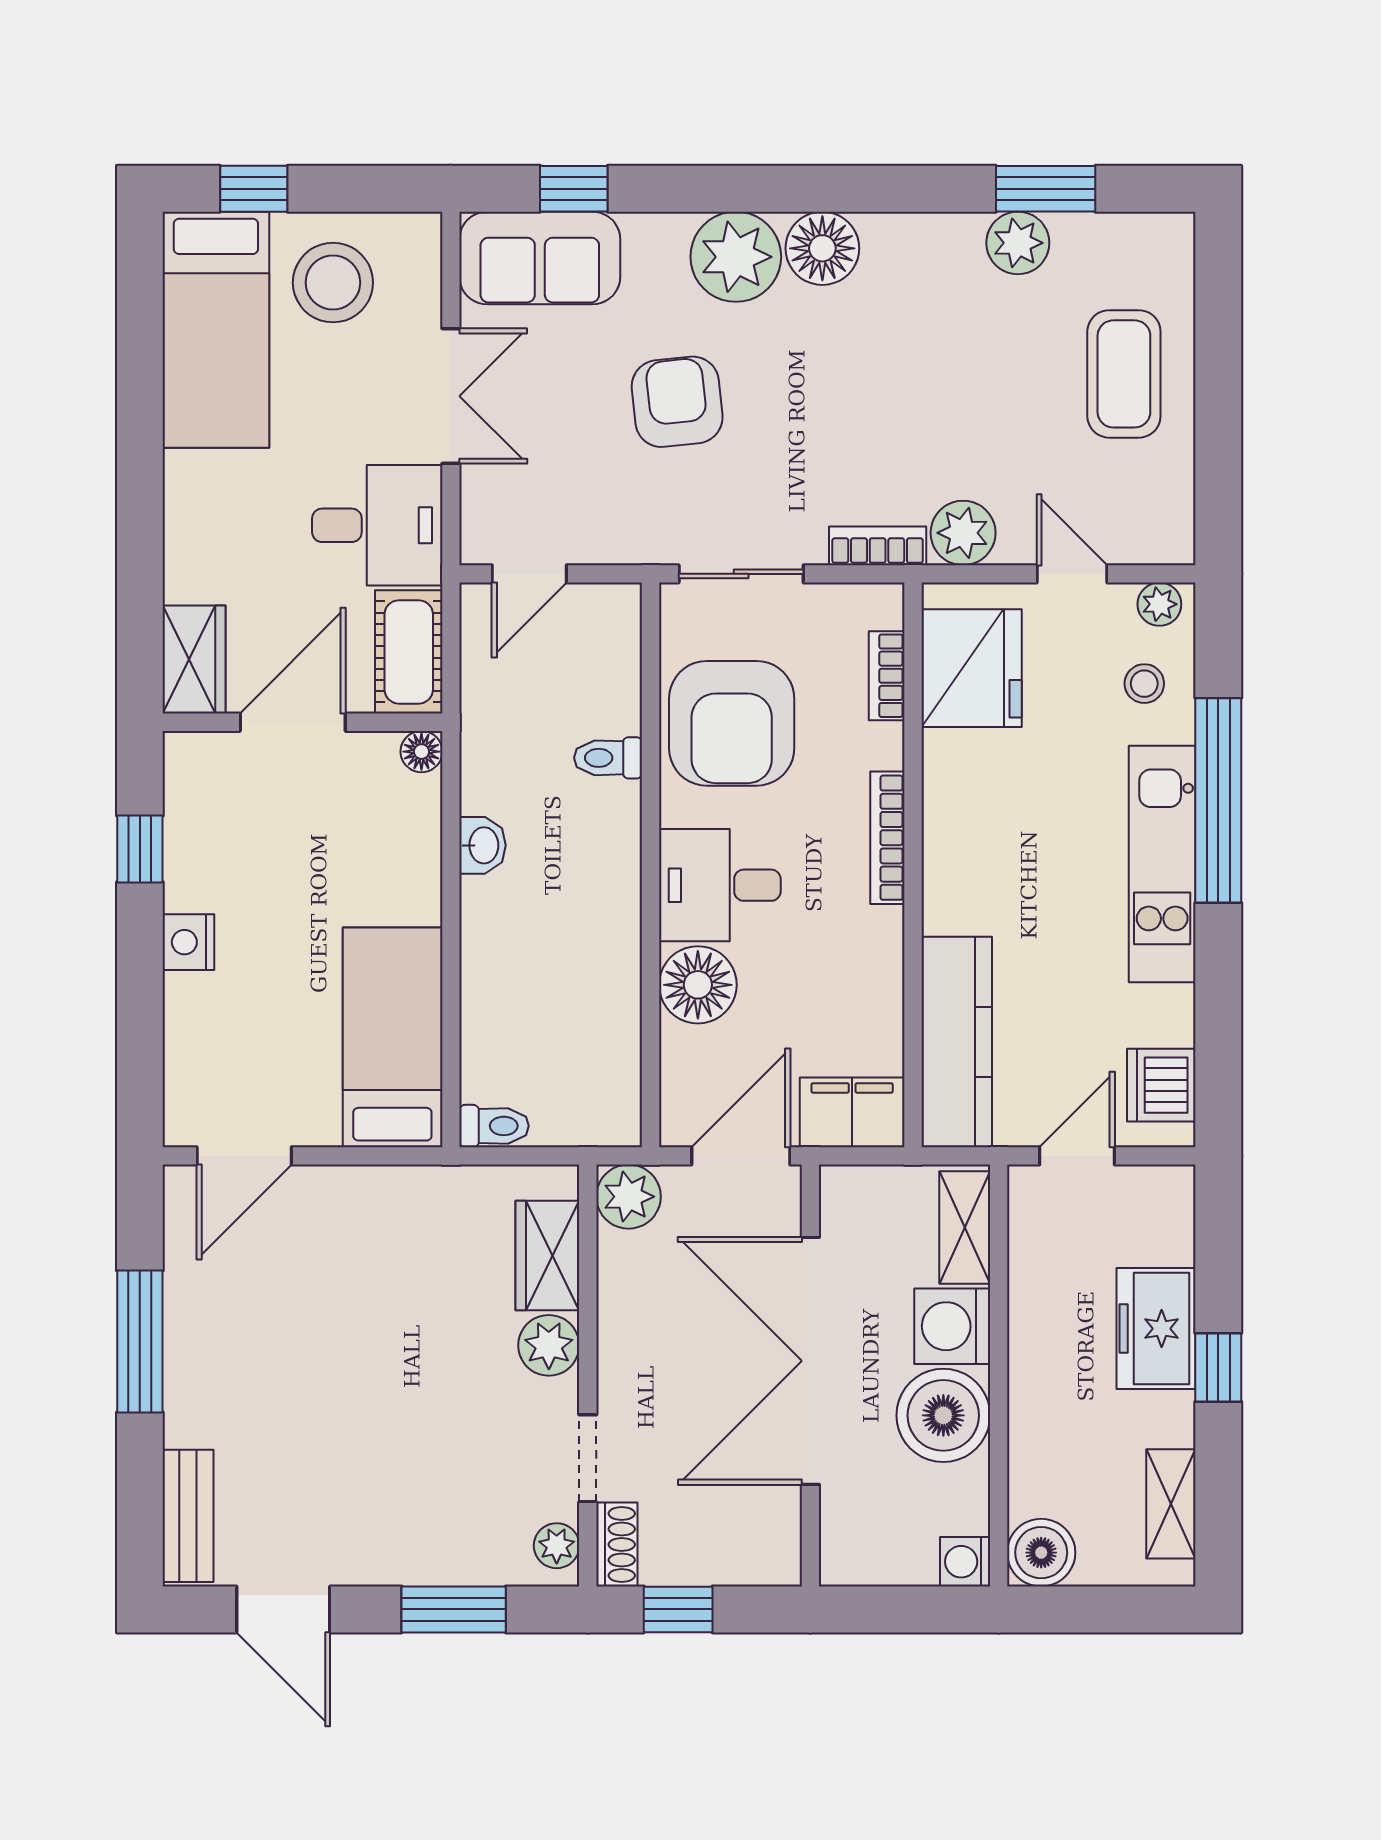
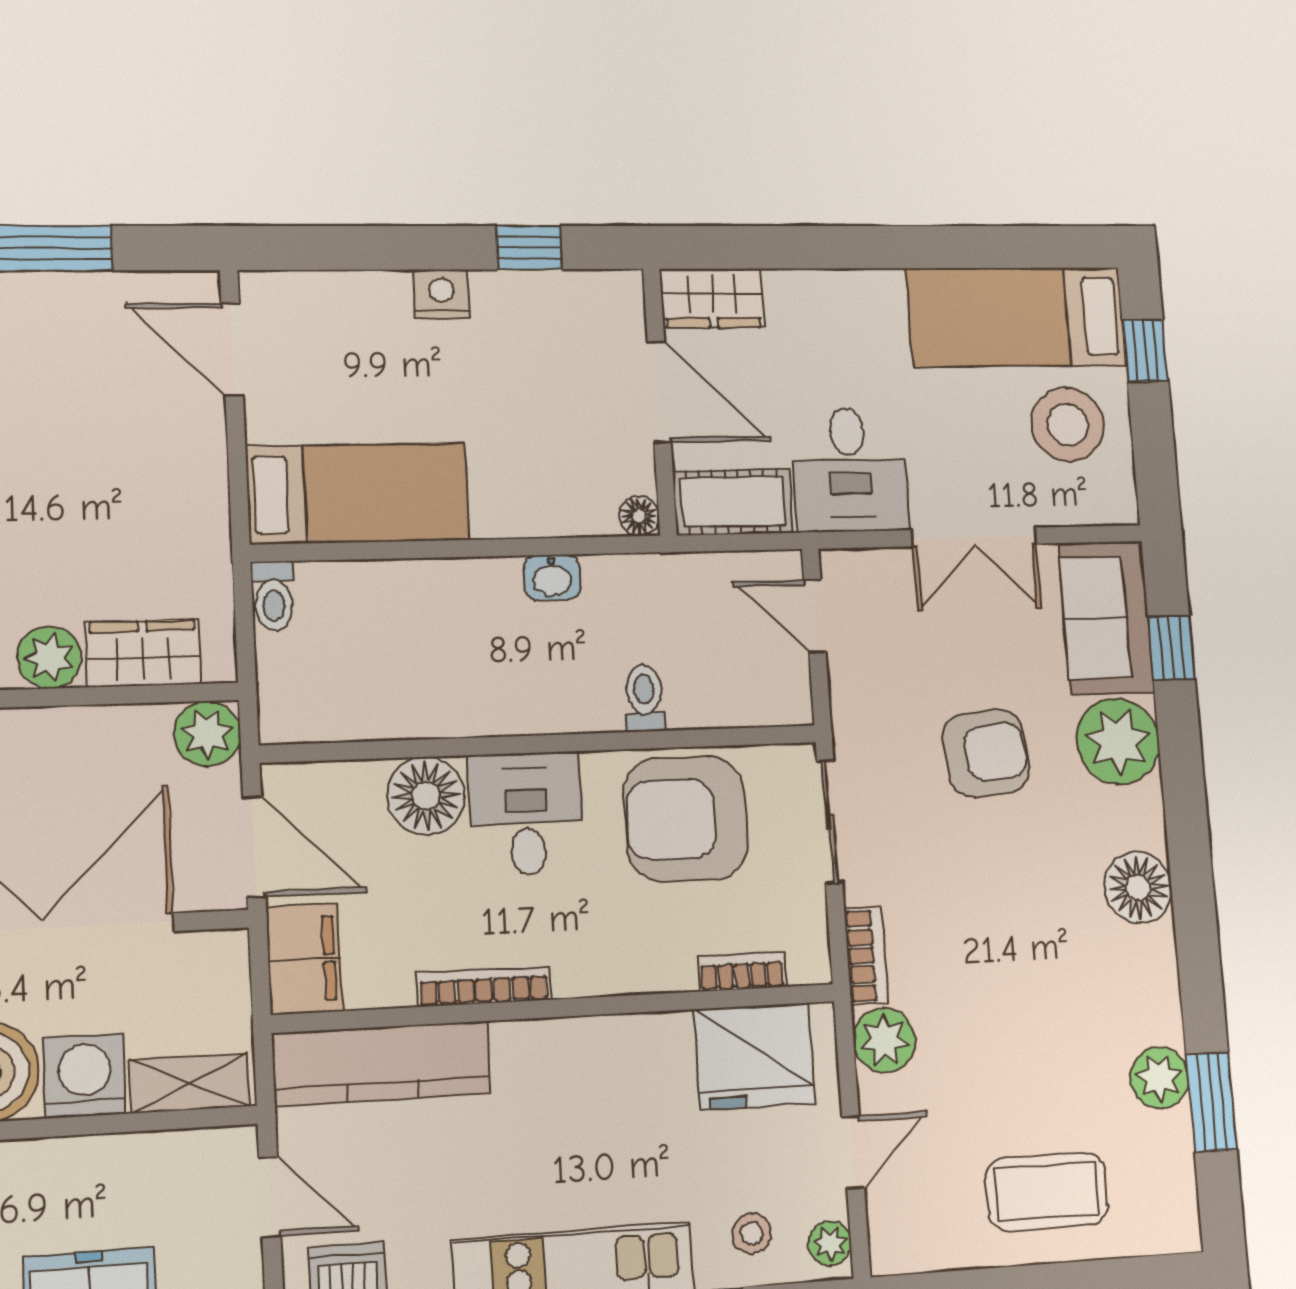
plant: (736, 257) -> (1118, 741), moved
bookcase: (887, 838) -> (484, 986), moved

